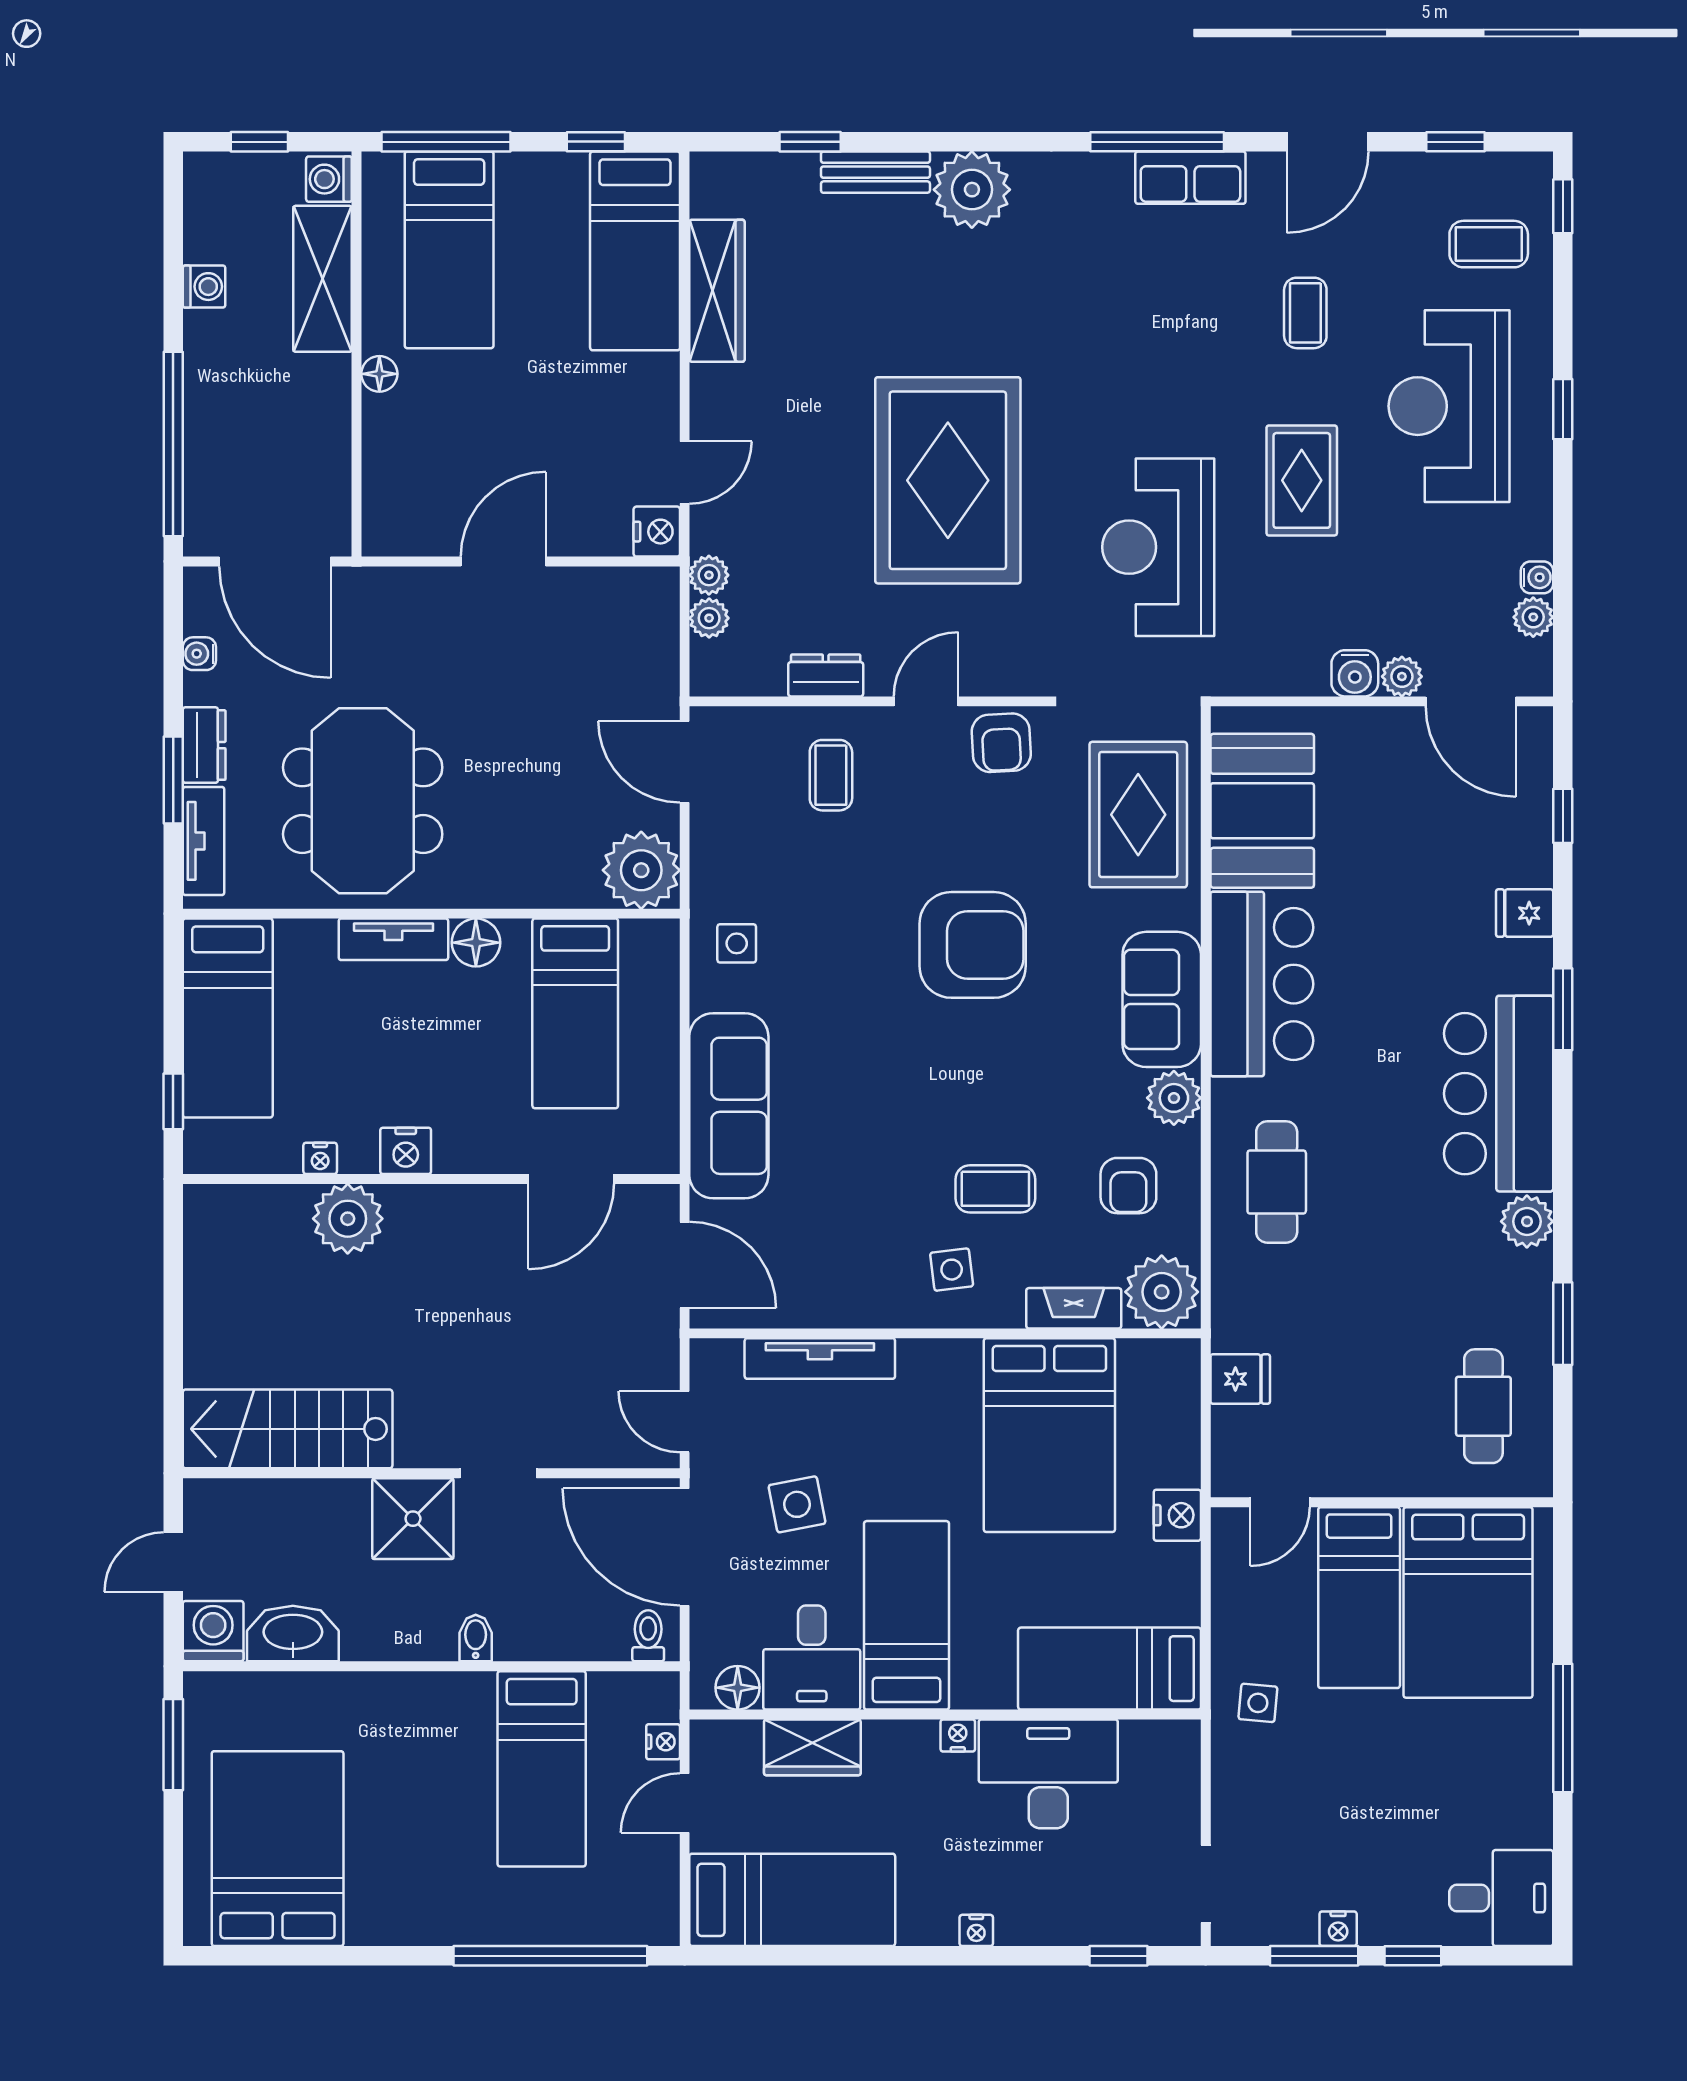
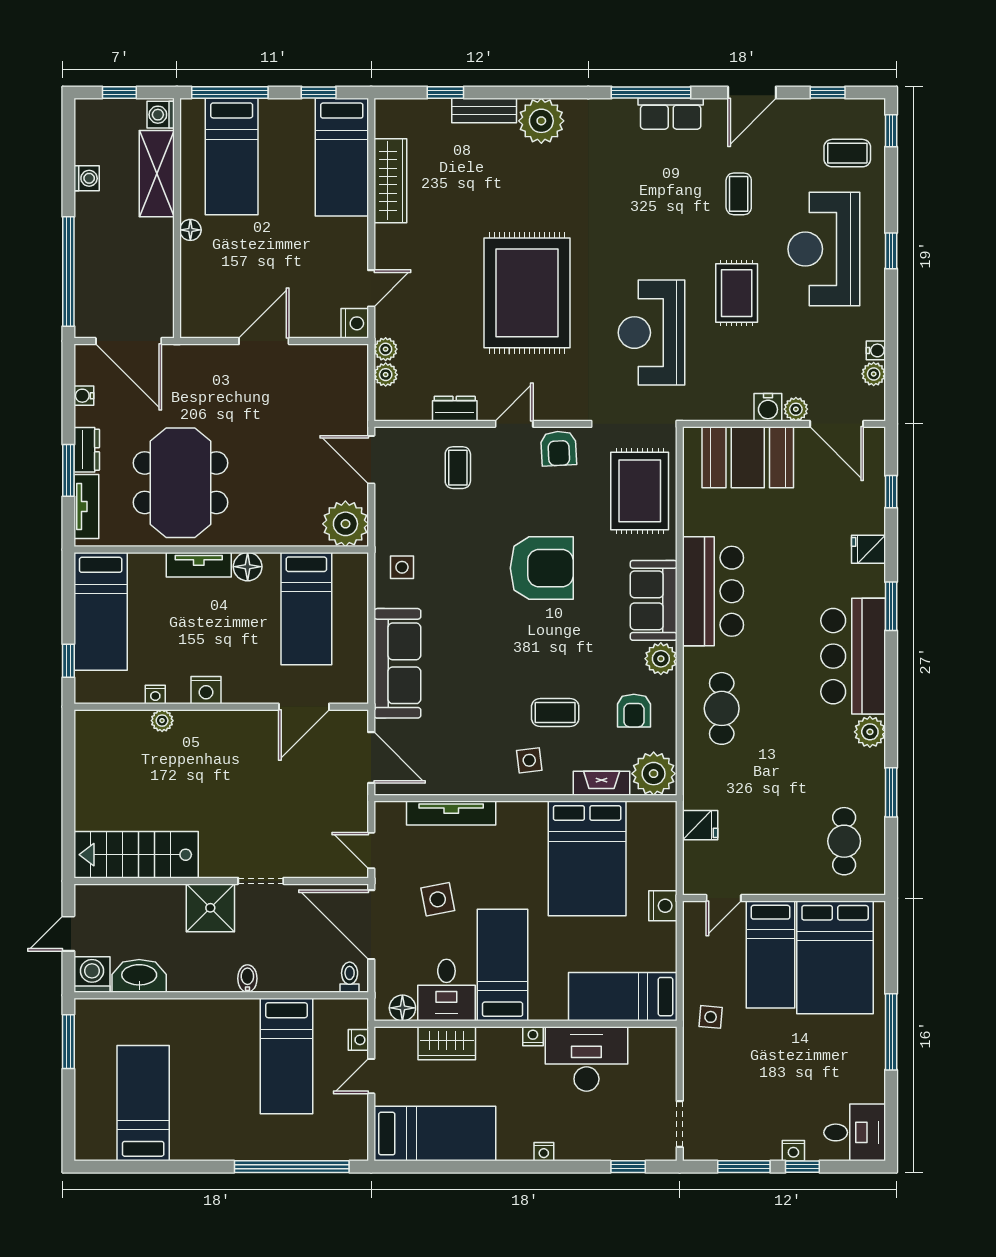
booth: (1262, 811) -> (748, 457), moved, turned 90
plant: (348, 1219) -> (162, 721), width x0.53, depth x0.53
bed: (278, 1849) -> (143, 1103), width x0.67
nightstand: (1338, 1929) -> (793, 1151), moved

